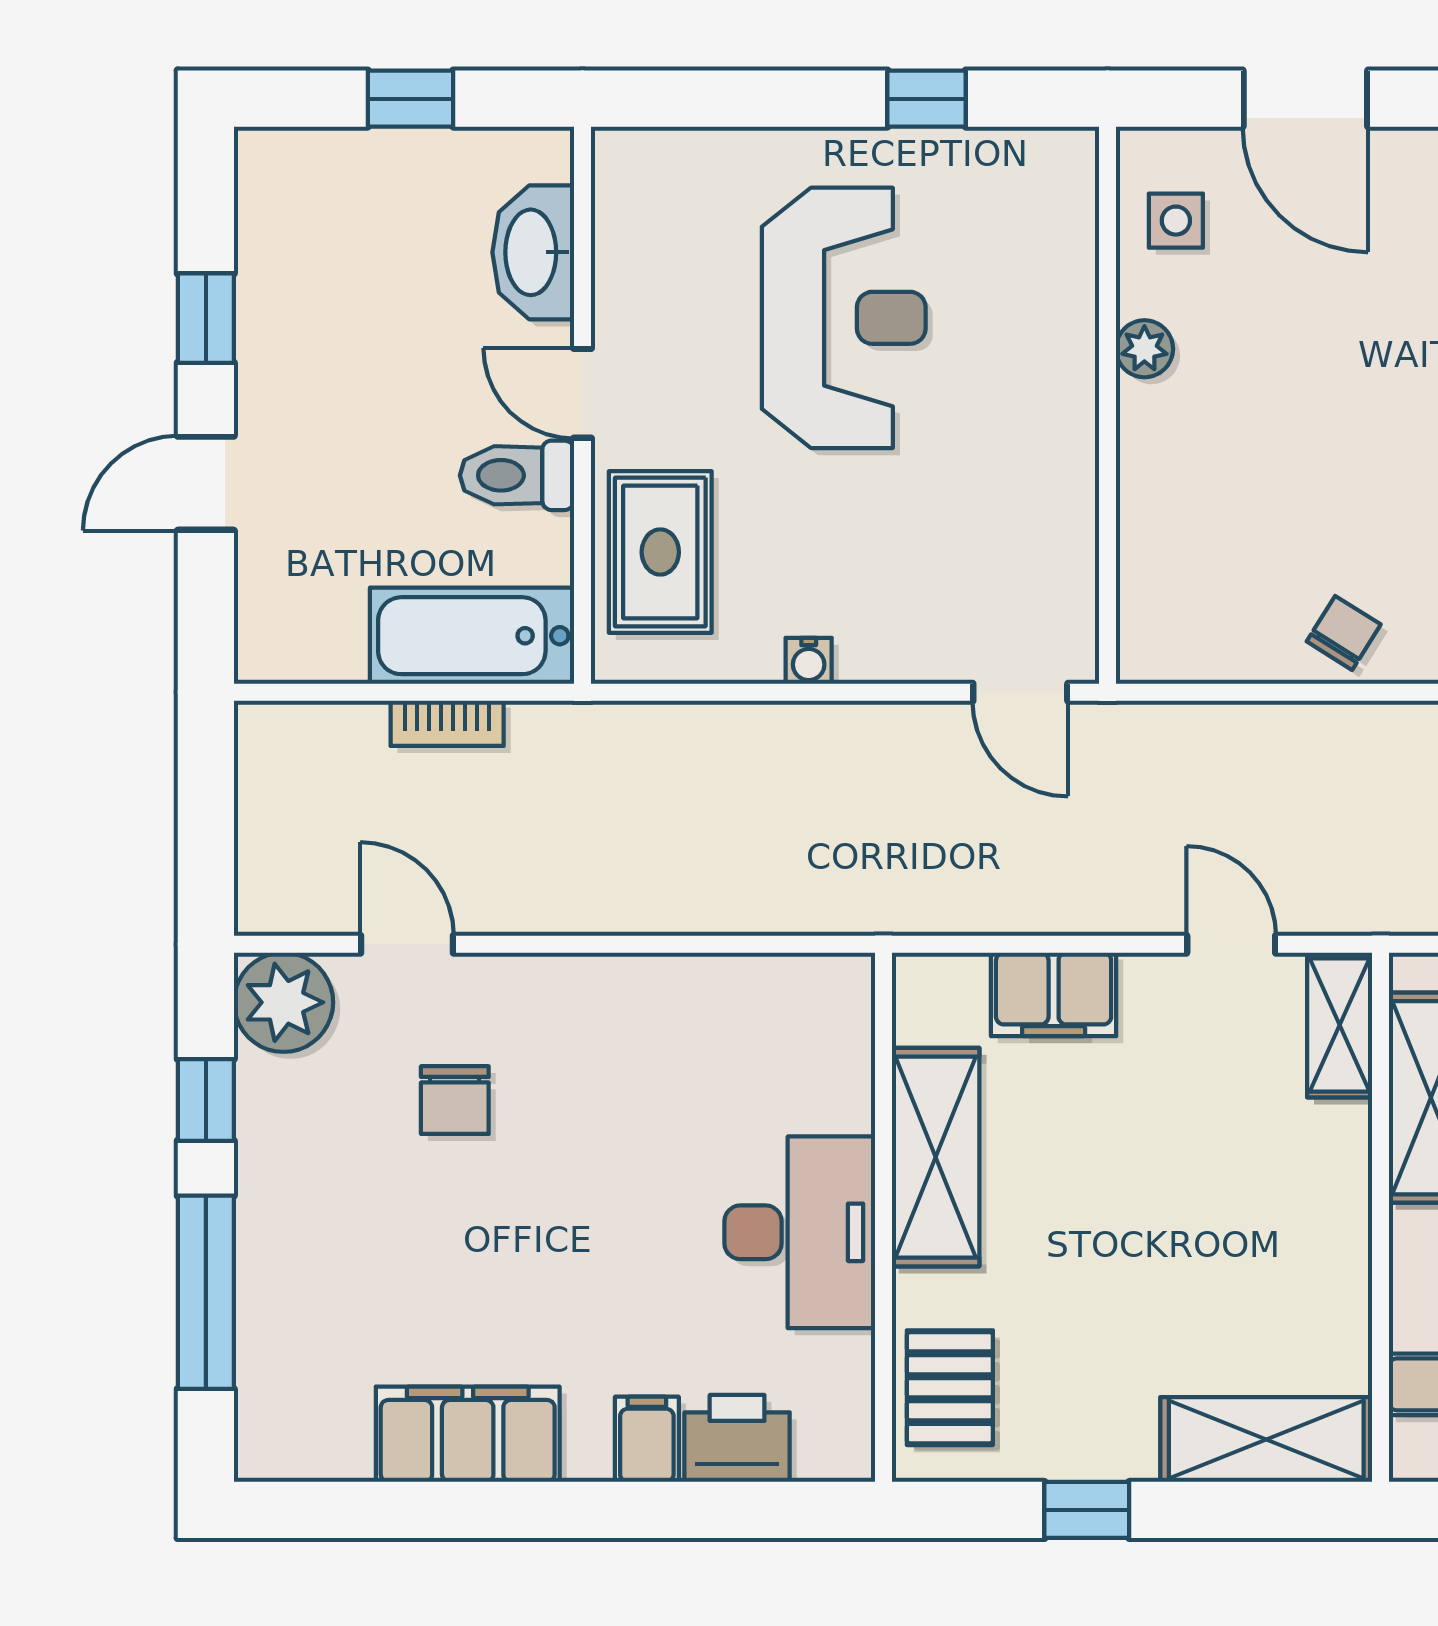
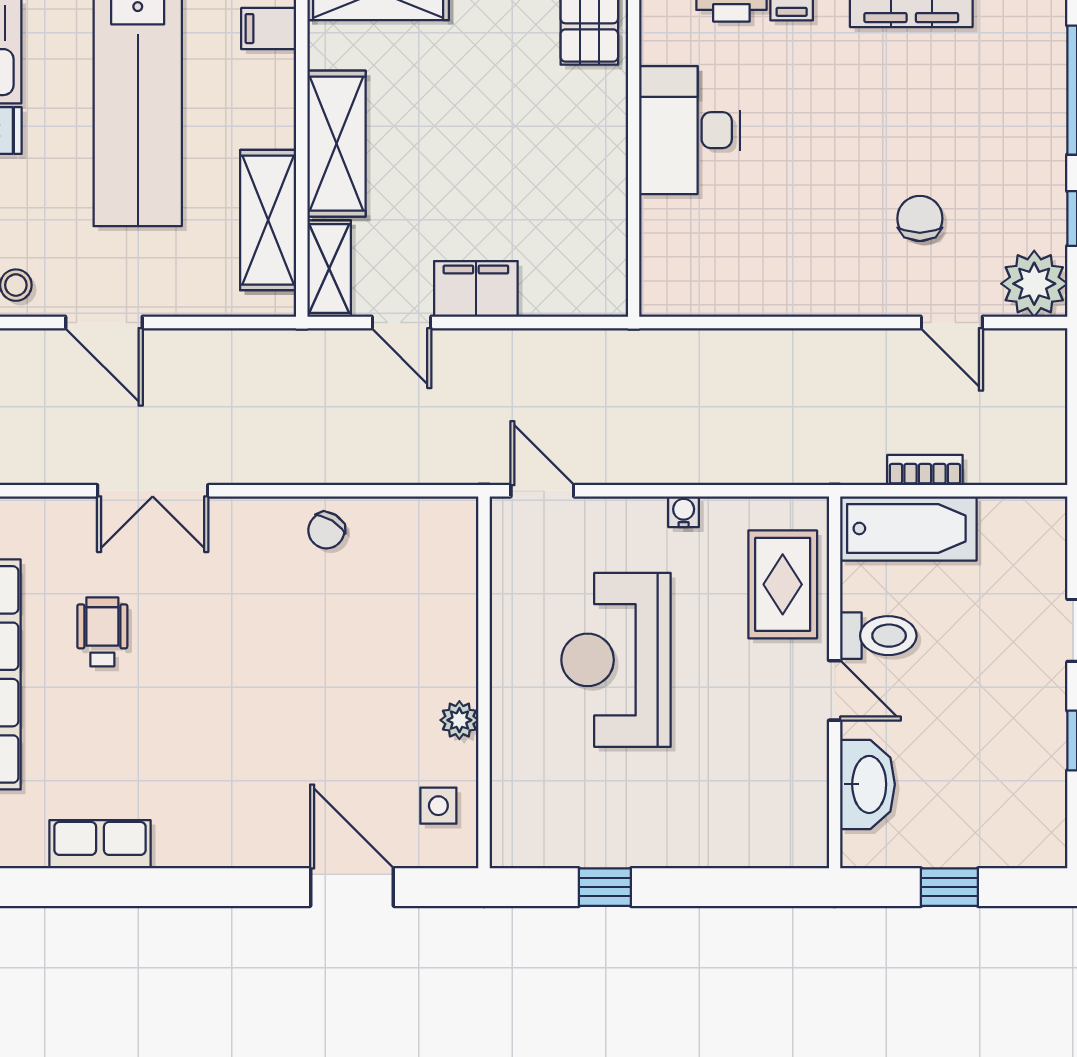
reception desk: (844, 318) -> (616, 660), moved
filing cabinet: (1054, 994) -> (476, 289), moved
shelving: (936, 1157) -> (337, 144), moved

